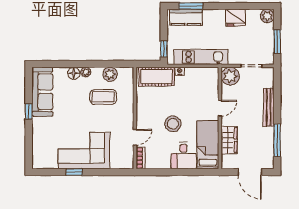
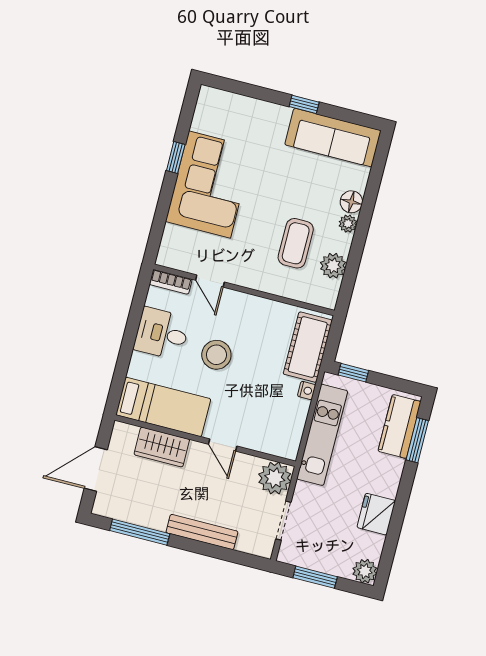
desk: (184, 156) -> (162, 334), moved

